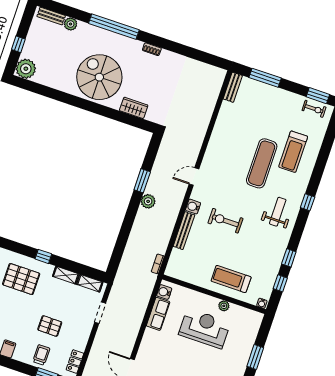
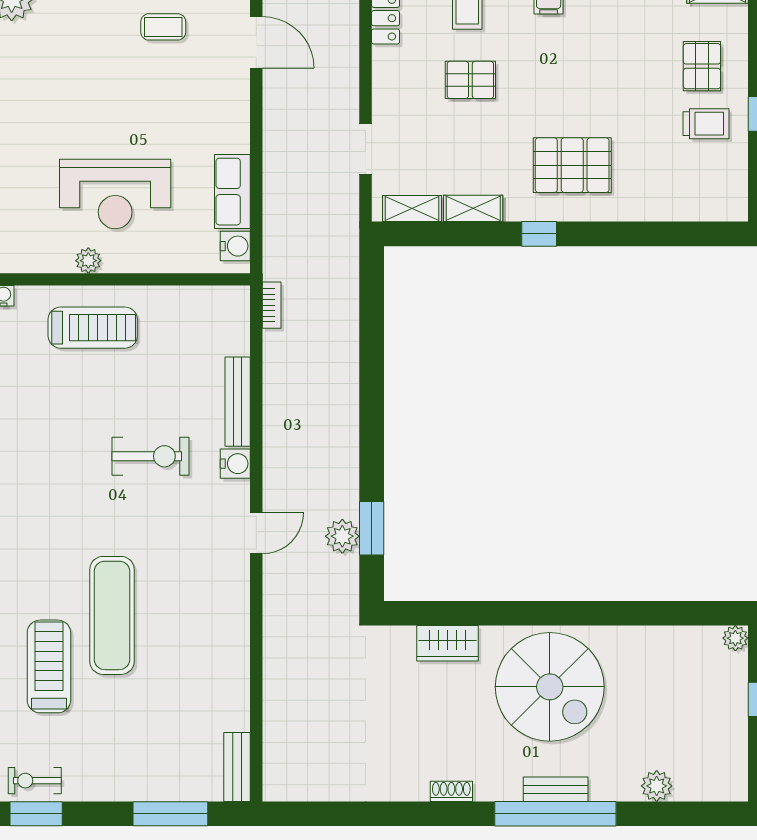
bench: (51, 16) -> (556, 789), moved
plant: (26, 69) -> (735, 638), width x0.53, depth x0.53
window: (142, 181) -> (372, 528), moved
plant: (148, 201) -> (342, 536), moved
weight bench: (278, 212) -> (38, 517), removed

